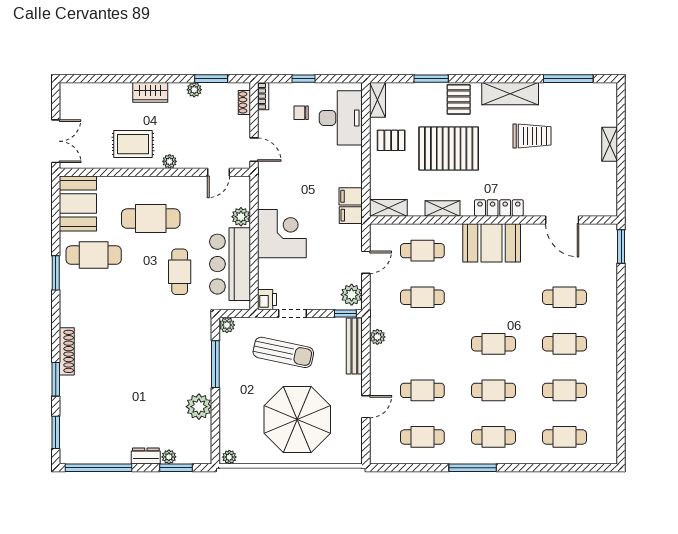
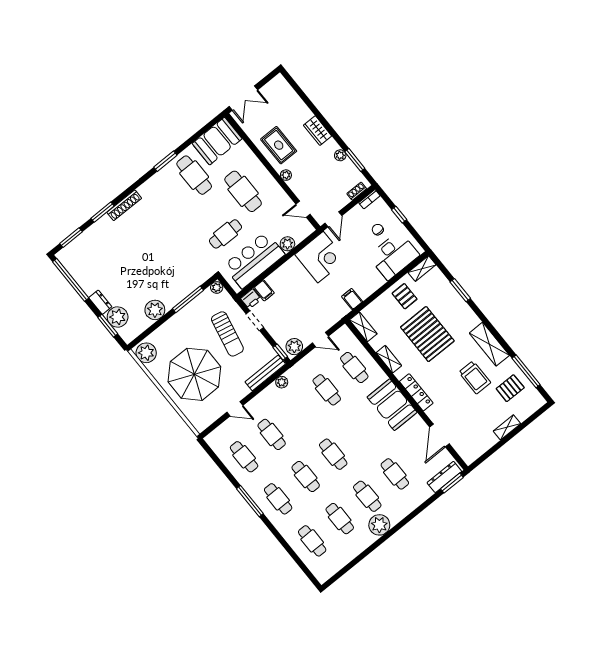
pallet: (459, 99) -> (510, 388), moved
filing cabinet: (351, 215) -> (264, 290), moved, turned 180
corner desk: (282, 234) -> (321, 257), moved
dresser: (609, 249) -> (444, 477), added
plant: (604, 355) -> (379, 525), added
plant: (169, 457) -> (118, 317), width x1.88, depth x1.88
plant: (229, 457) -> (146, 353), width x1.88, depth x1.88

